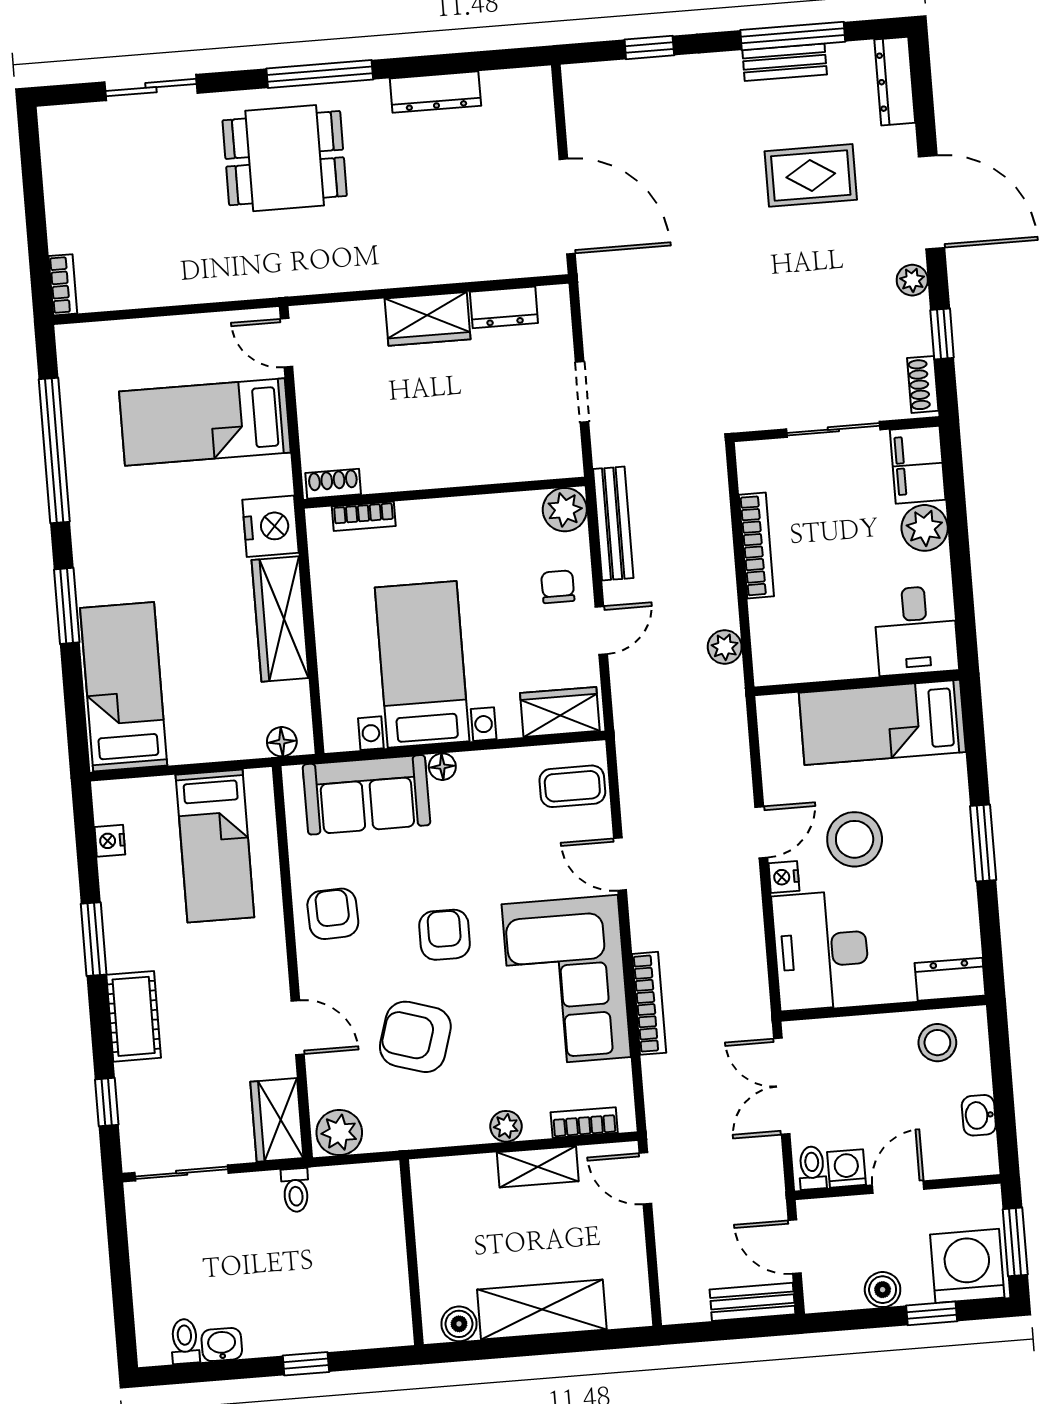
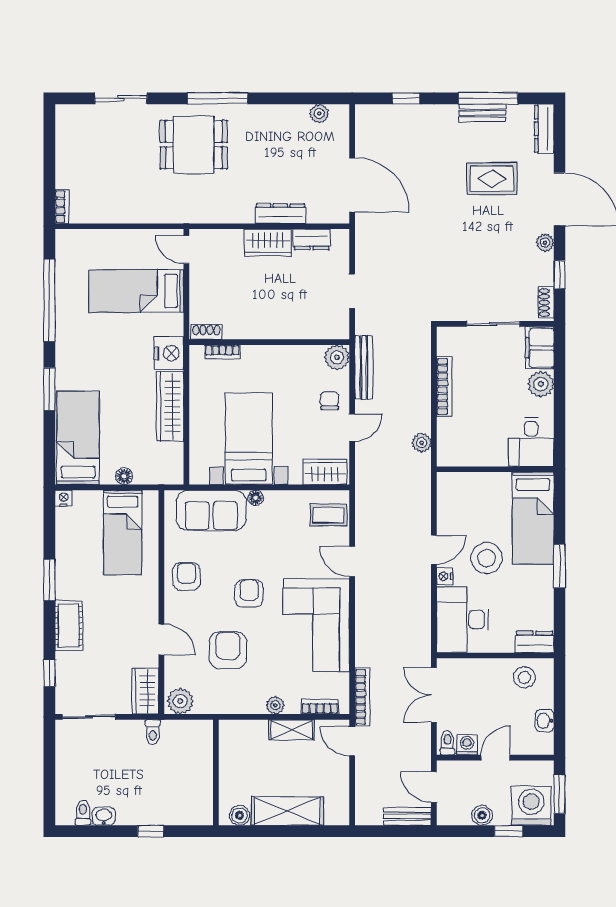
plant: (499, 86) -> (319, 114), added
dresser: (435, 92) -> (280, 214), moved, turned 180
bed: (882, 722) -> (533, 518), moved, turned -90
floor lamp: (282, 742) -> (124, 476), moved
nightstand: (110, 841) -> (64, 498), moved, turned 90
bookcase: (649, 1003) -> (362, 697), moved
armchair: (415, 1037) -> (228, 650), turned 73

